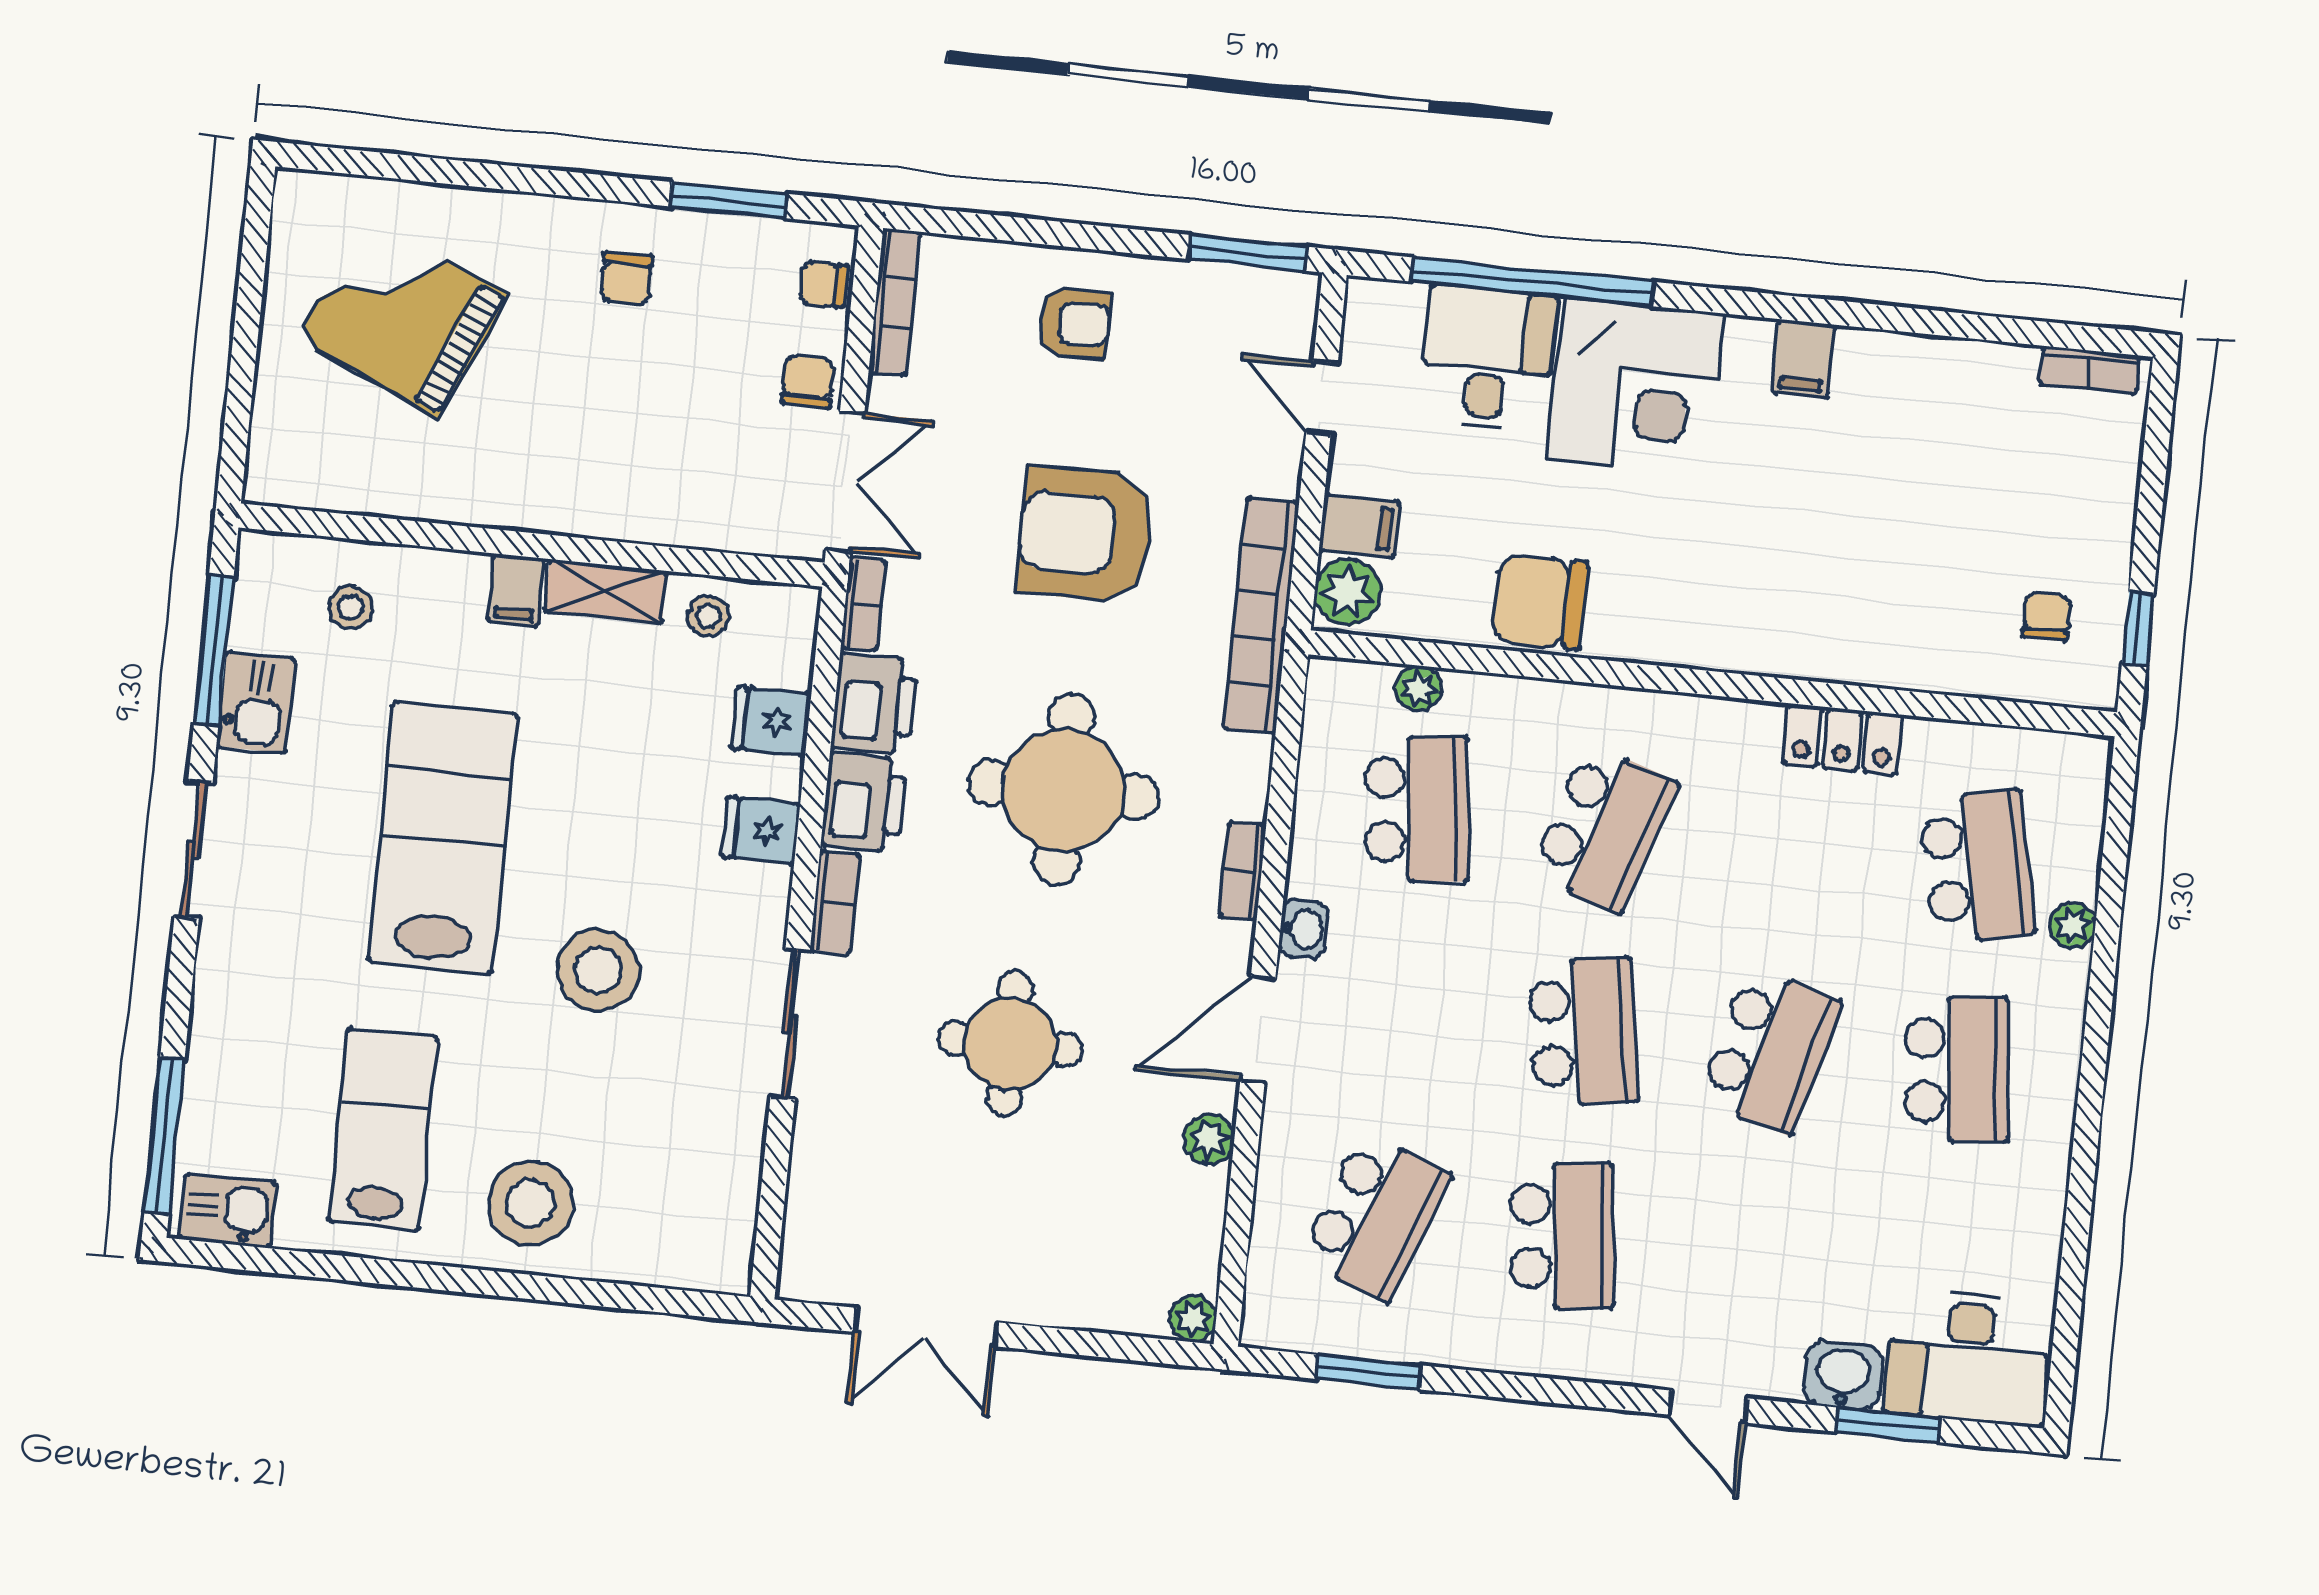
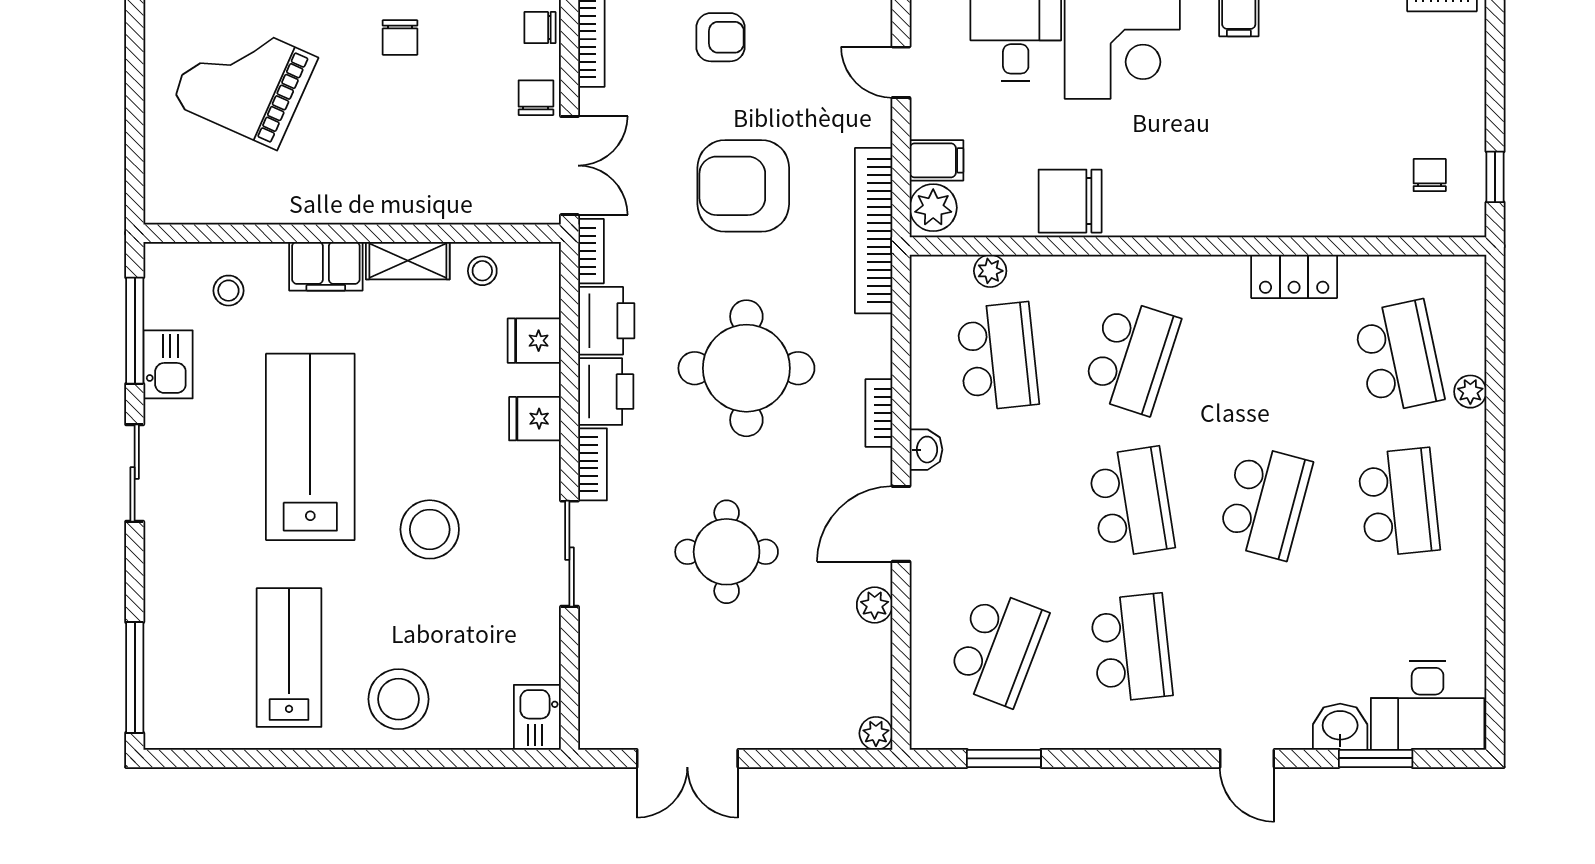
filing cabinet: (516, 590) -> (326, 266), width x2.00
kitchen sink: (227, 1211) -> (537, 717), moved, turned -90

